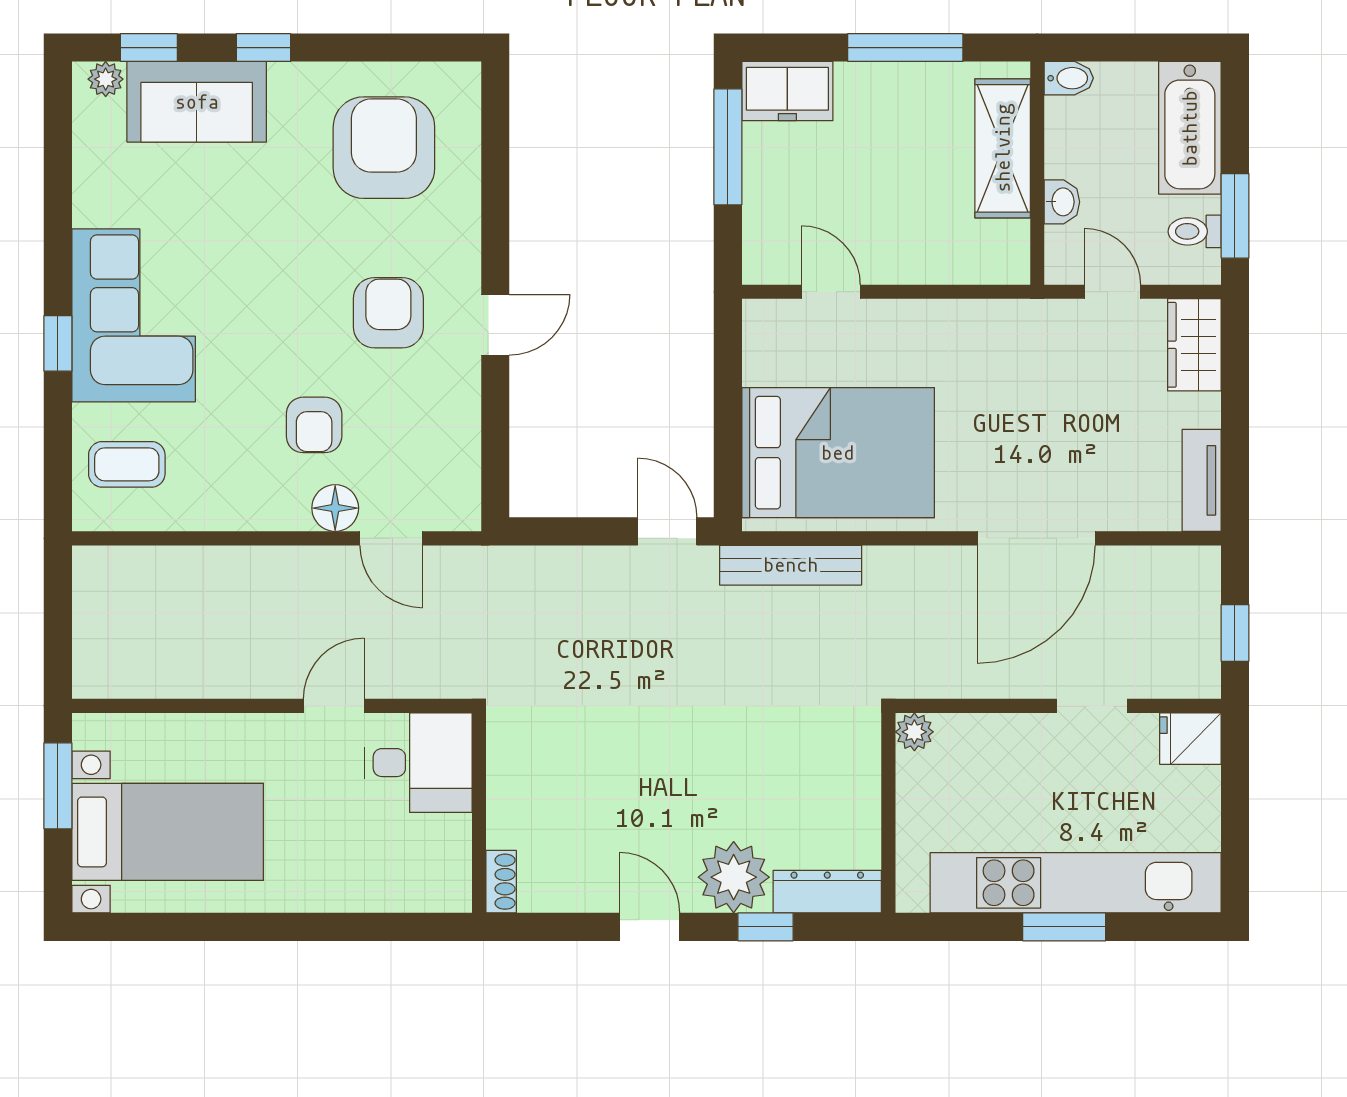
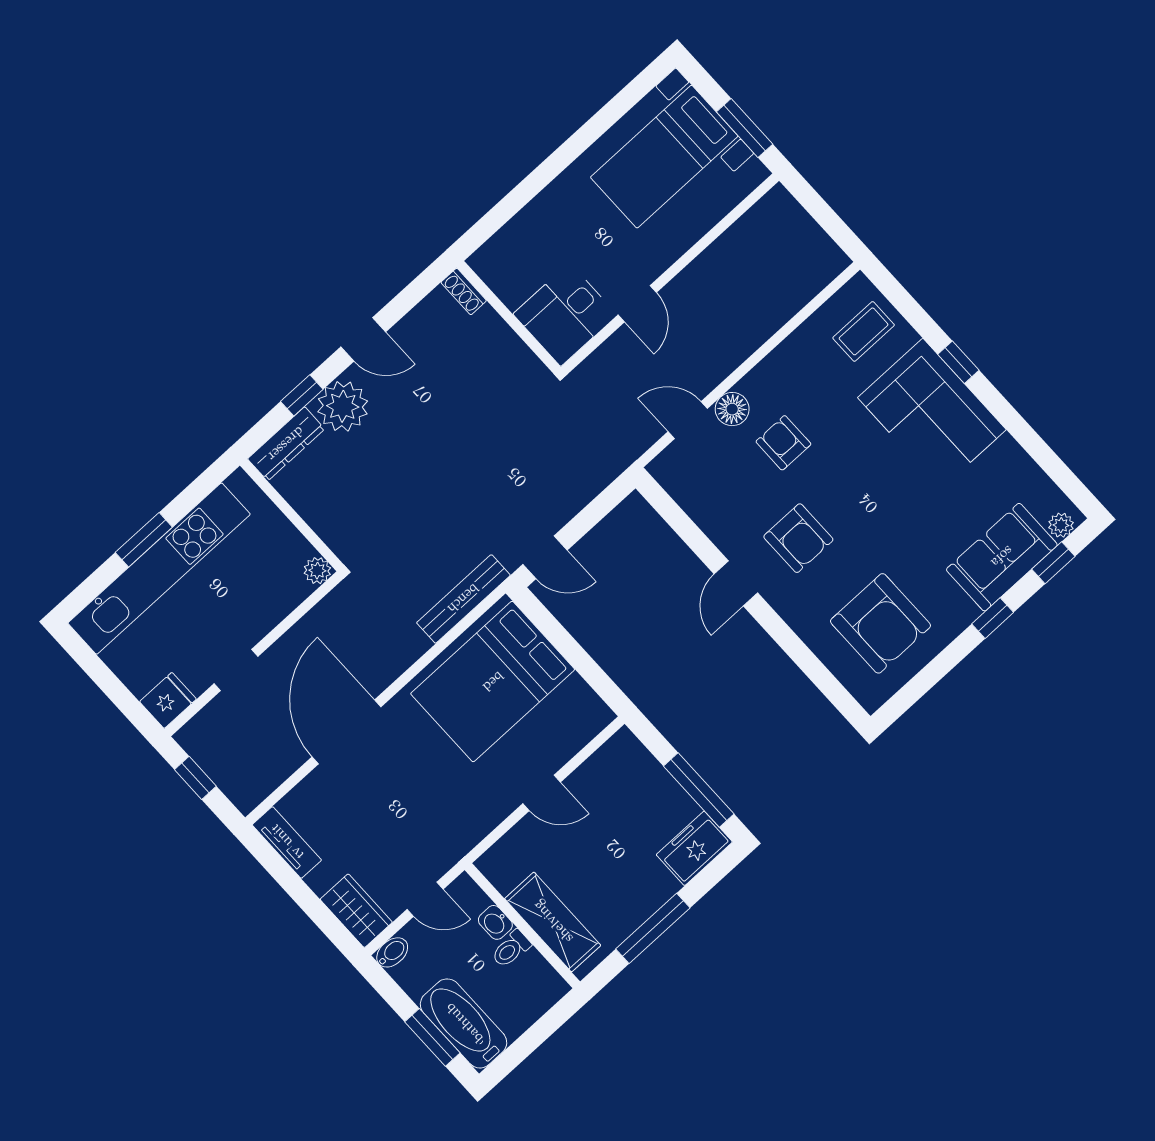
bidet: (1069, 78) -> (392, 952), moved, turned 180
window: (1235, 216) -> (432, 1037), moved
toilet: (1195, 231) -> (511, 949), moved, turned 180
door: (831, 292) -> (542, 793), moved

